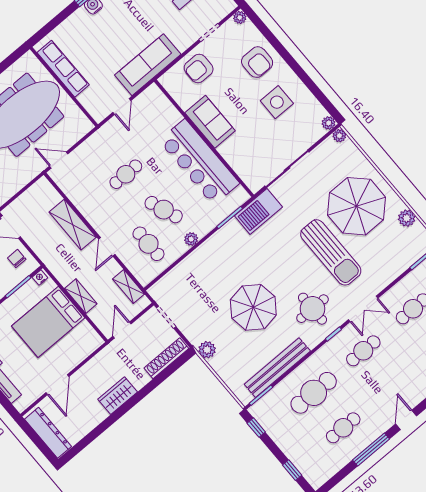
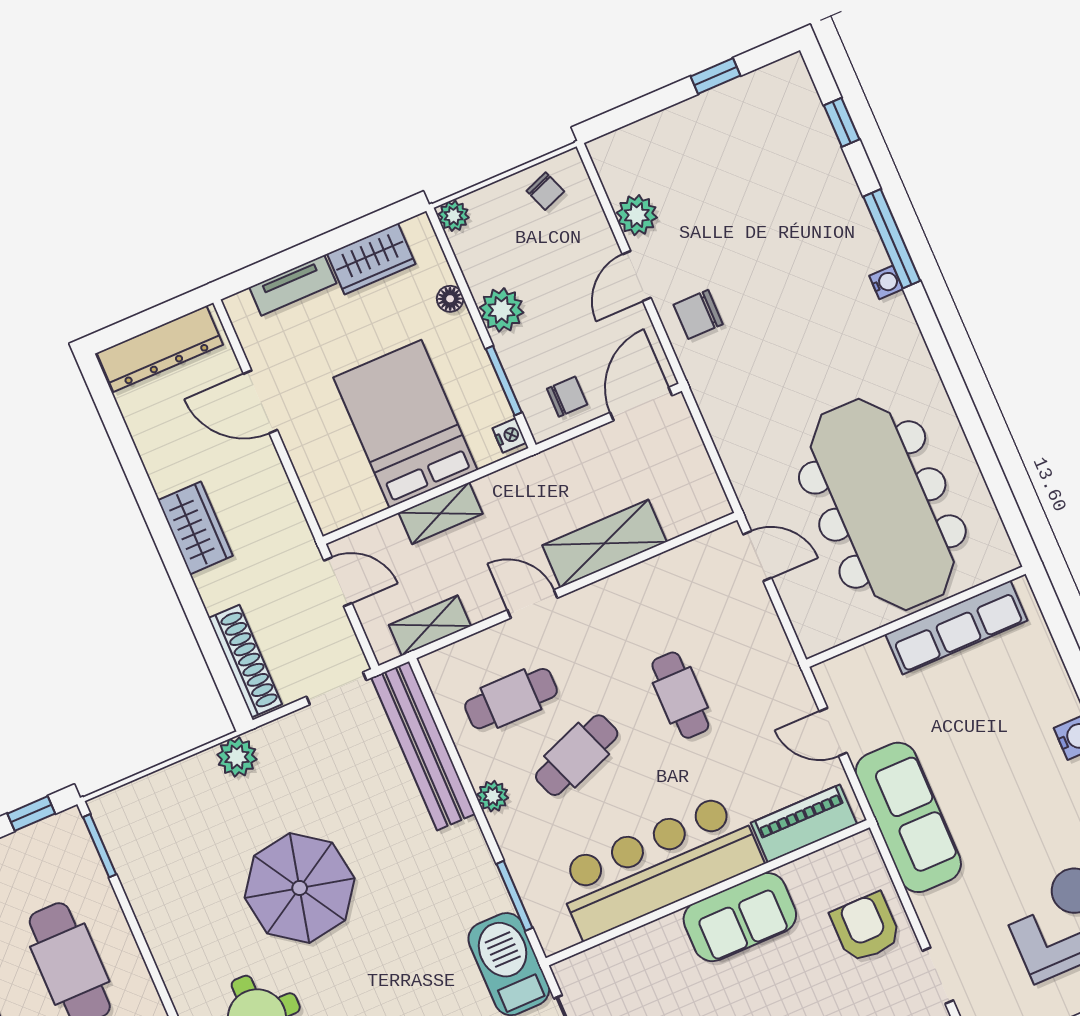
piano: (163, 107) -> (804, 823), added
door: (59, 160) -> (757, 556), hinge flipped
bench: (277, 368) -> (423, 746), moved

